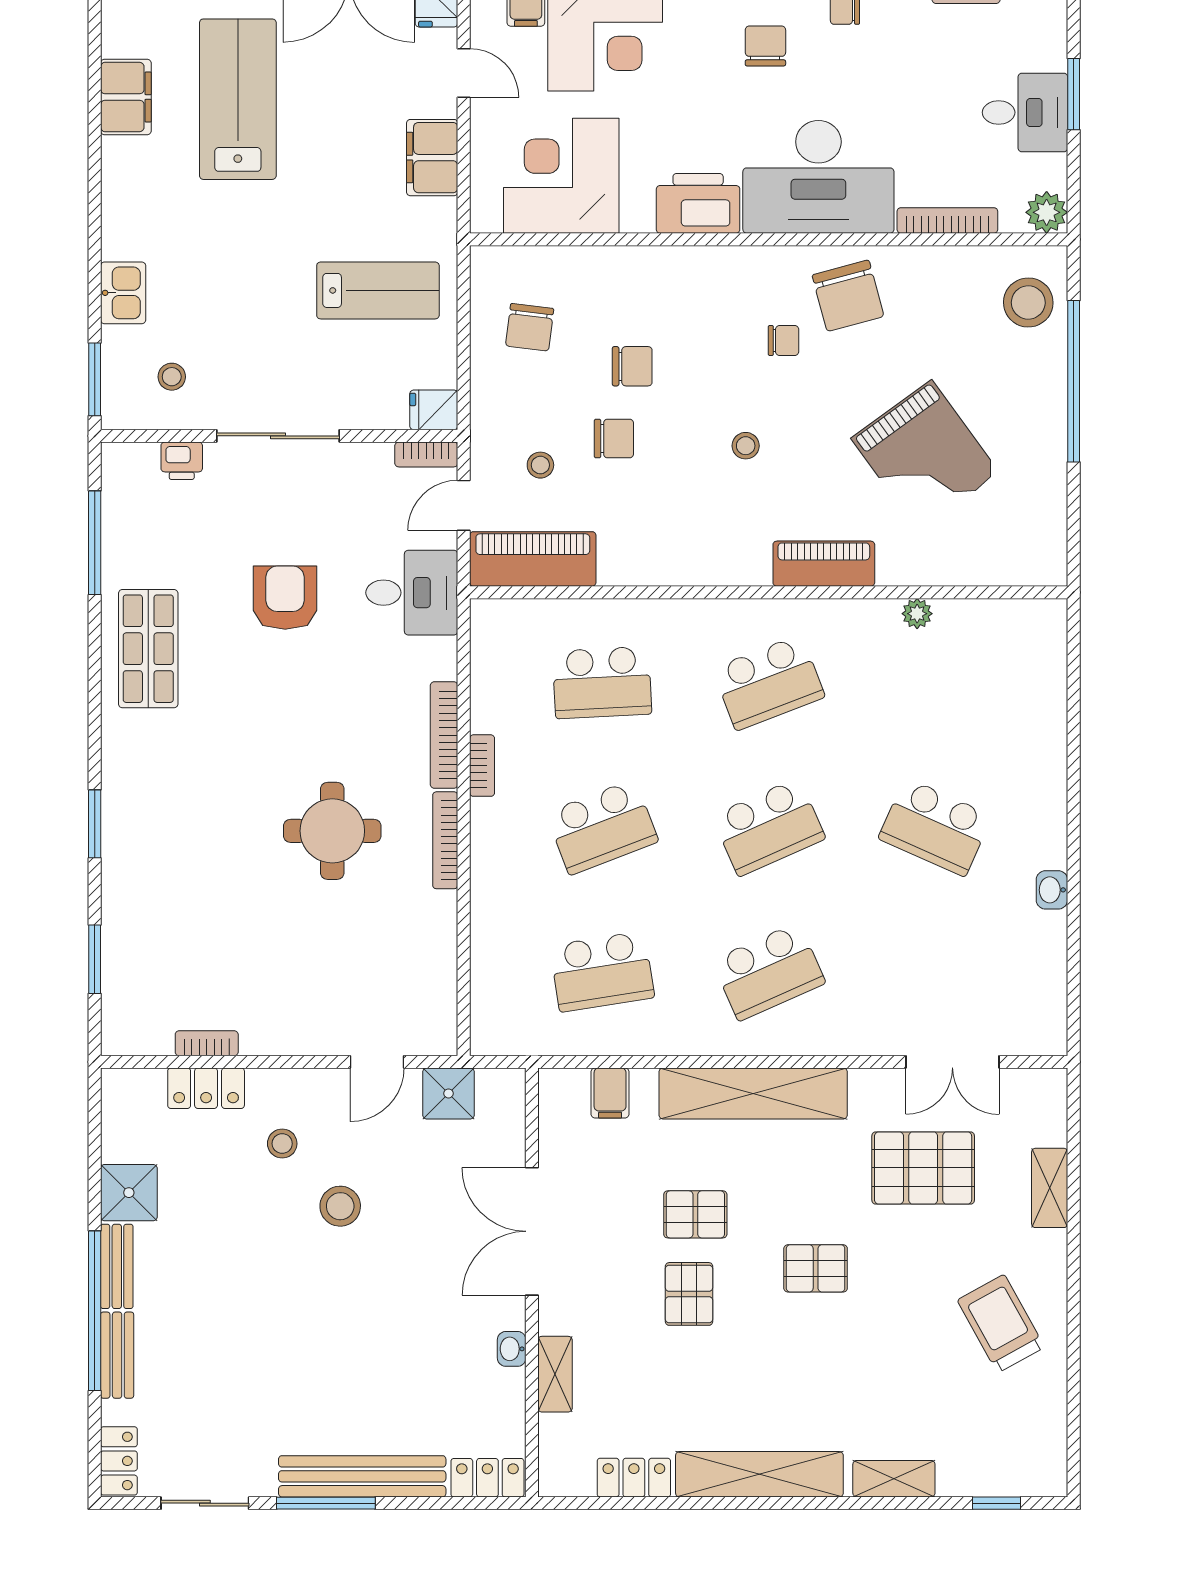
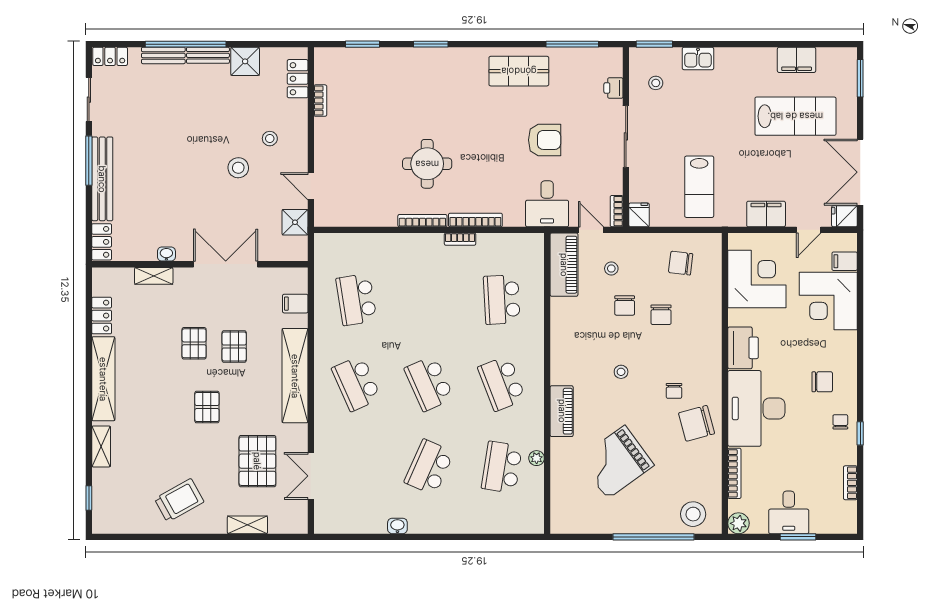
school desk: (602, 827) -> (502, 467), moved, turned 30
locker: (206, 1088) -> (298, 79), moved
pallet: (689, 1294) -> (194, 343), turned 90

